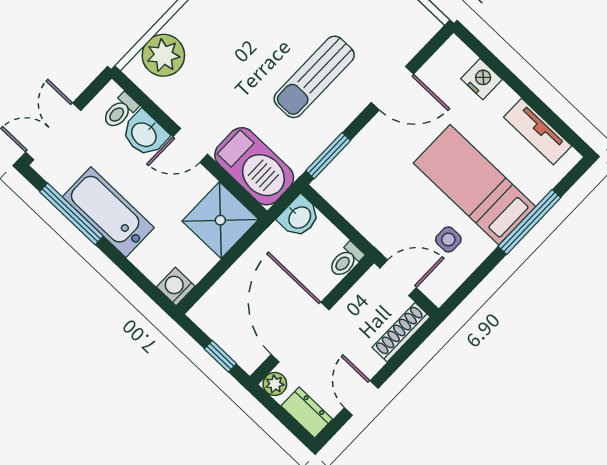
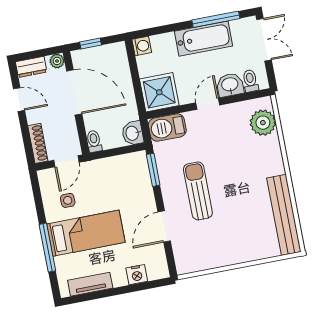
barbecue: (254, 166) -> (167, 127), width x0.73, depth x0.83

